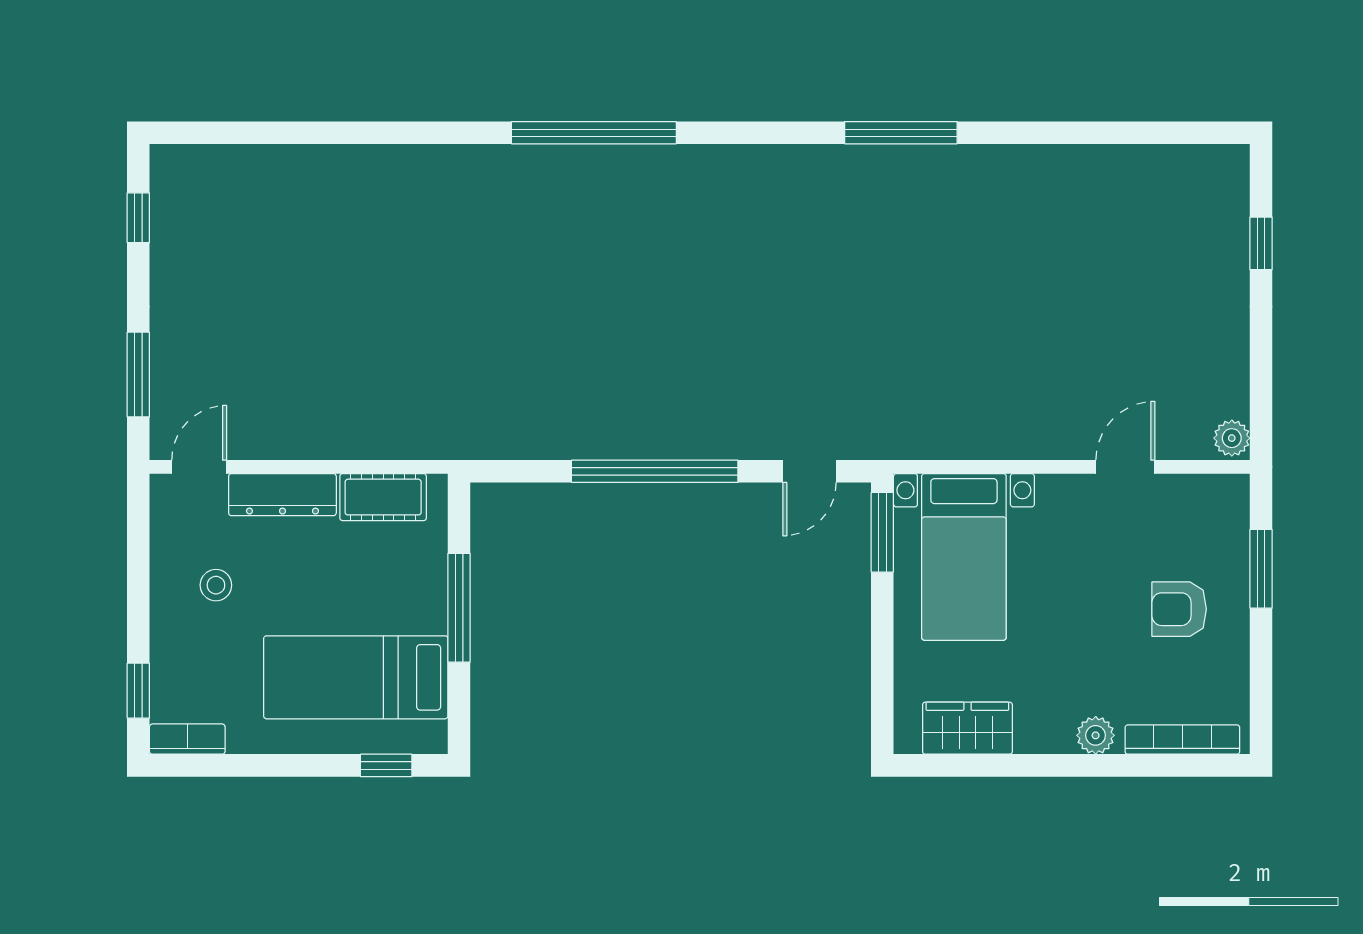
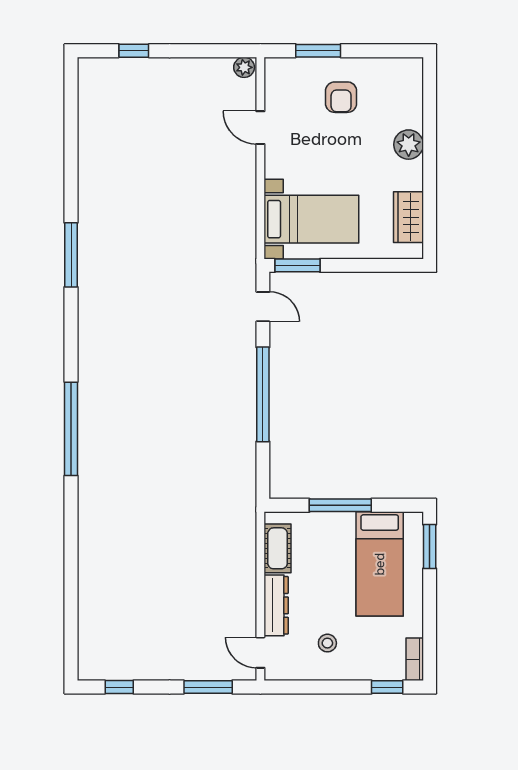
plant: (1096, 735) -> (409, 145), width x1.38, depth x1.38
bookcase: (1182, 740) -> (415, 95), removed
window: (386, 765) -> (430, 547), width x1.50

